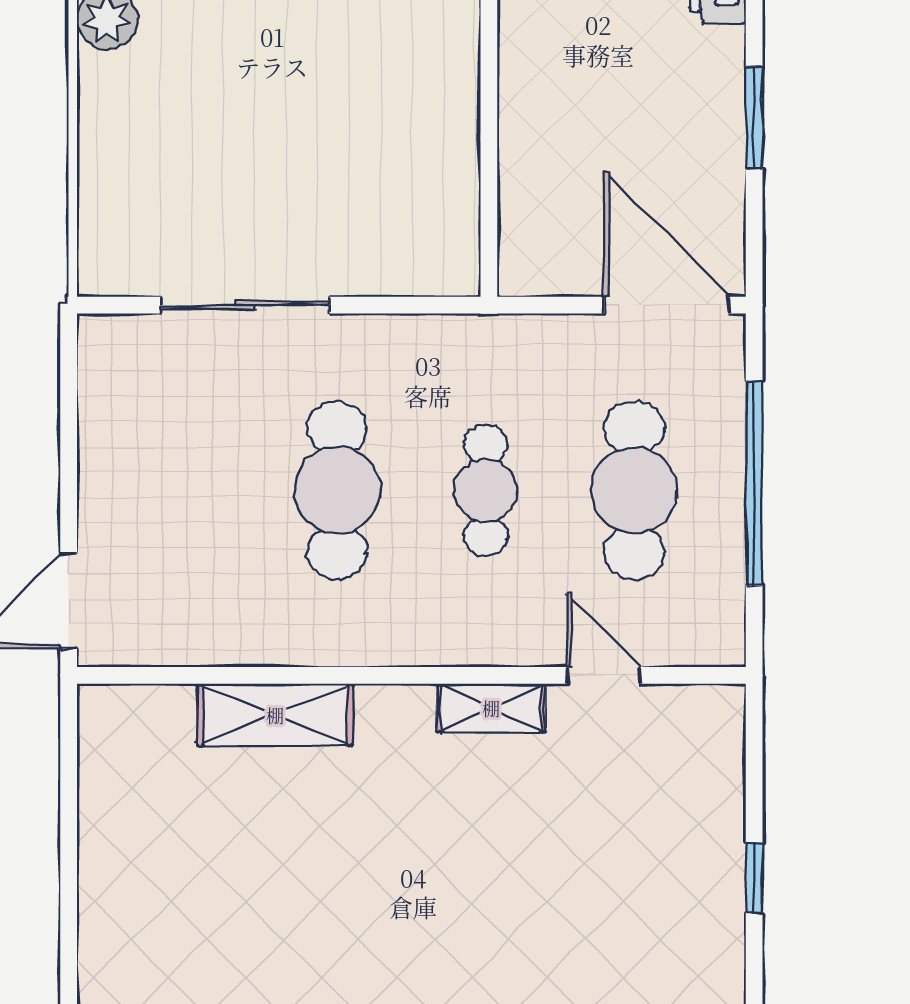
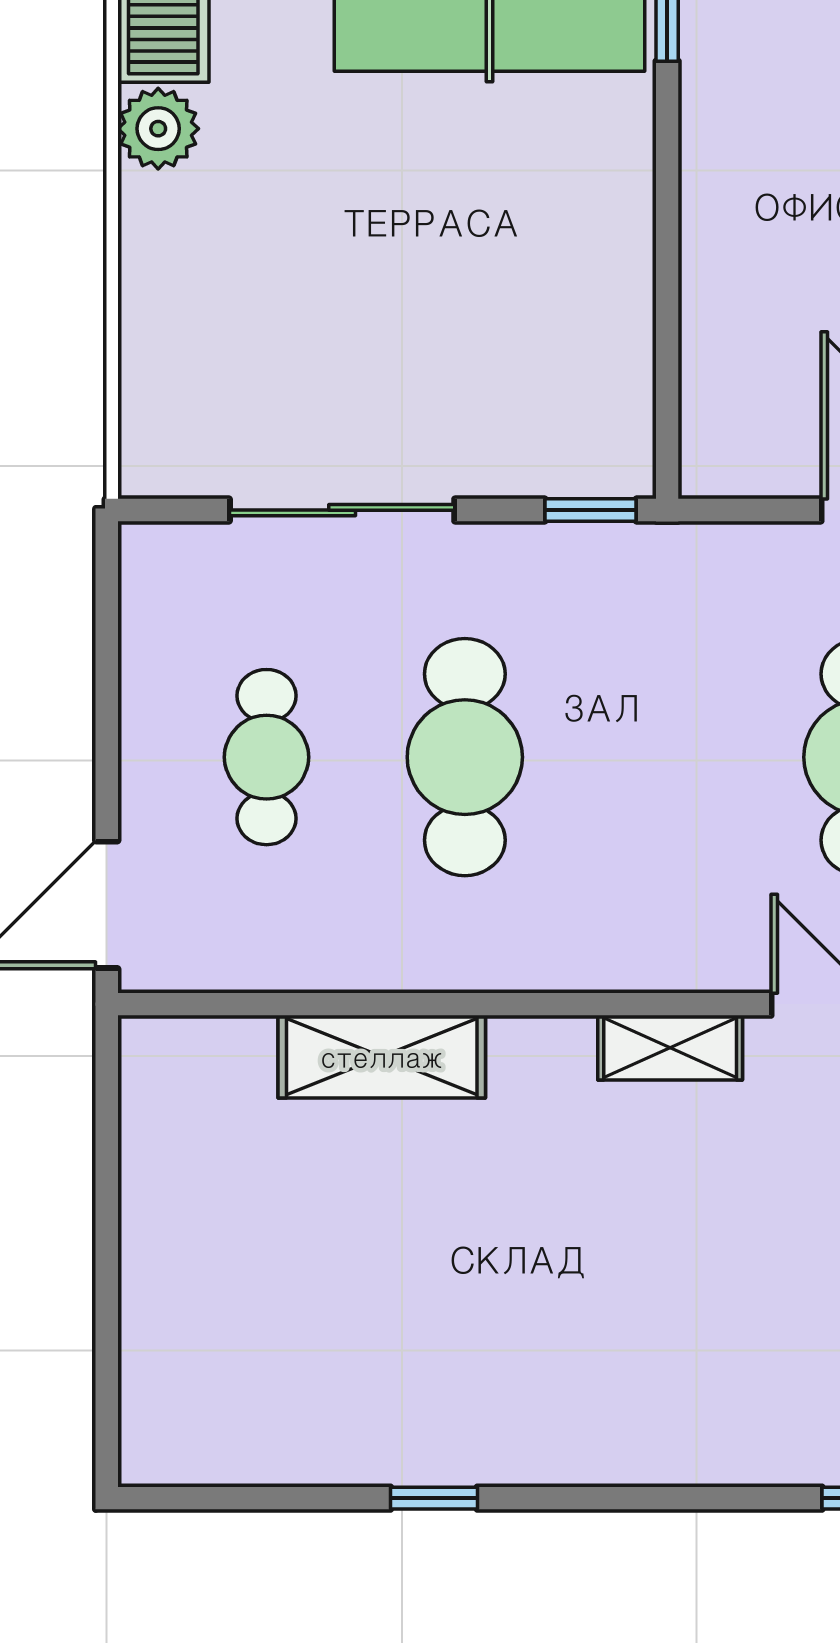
window: (431, 305) -> (591, 510), added
cafe table: (486, 490) -> (267, 757), moved

